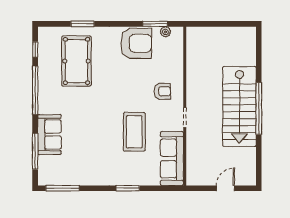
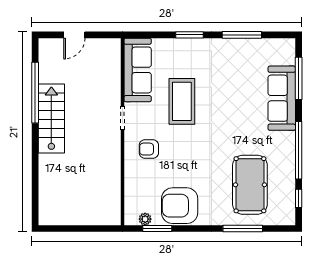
window: (83, 24) -> (243, 228), width x1.44
stairs: (239, 106) -> (51, 119), width x0.73, depth x0.66
window: (259, 109) -> (35, 93), moved
sofa: (49, 135) -> (282, 98), width x1.36
window: (63, 188) -> (242, 35), moved

